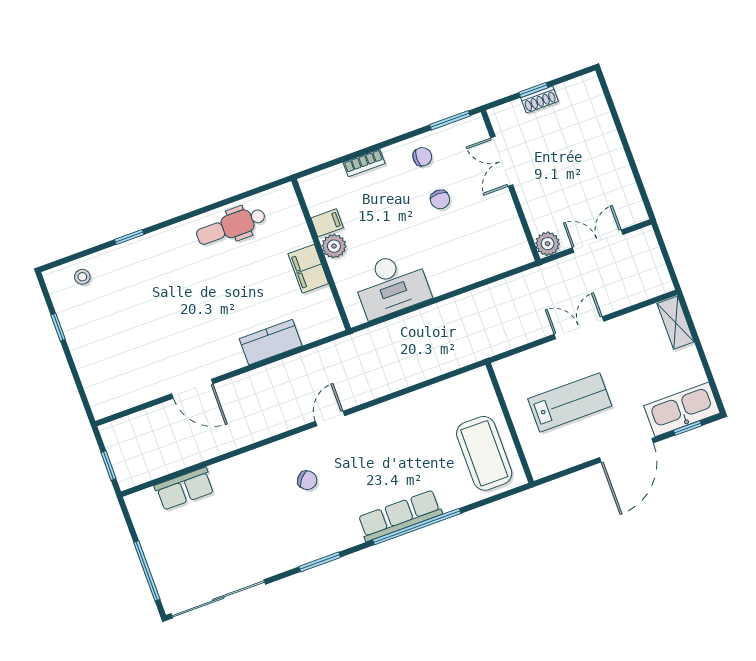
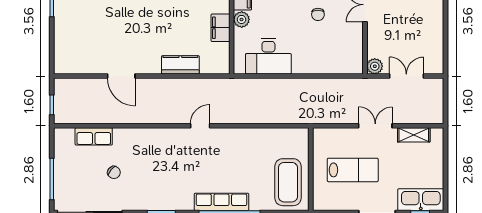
shelving: (676, 323) -> (414, 135), moved, turned 90
chair: (307, 480) -> (114, 172), moved

